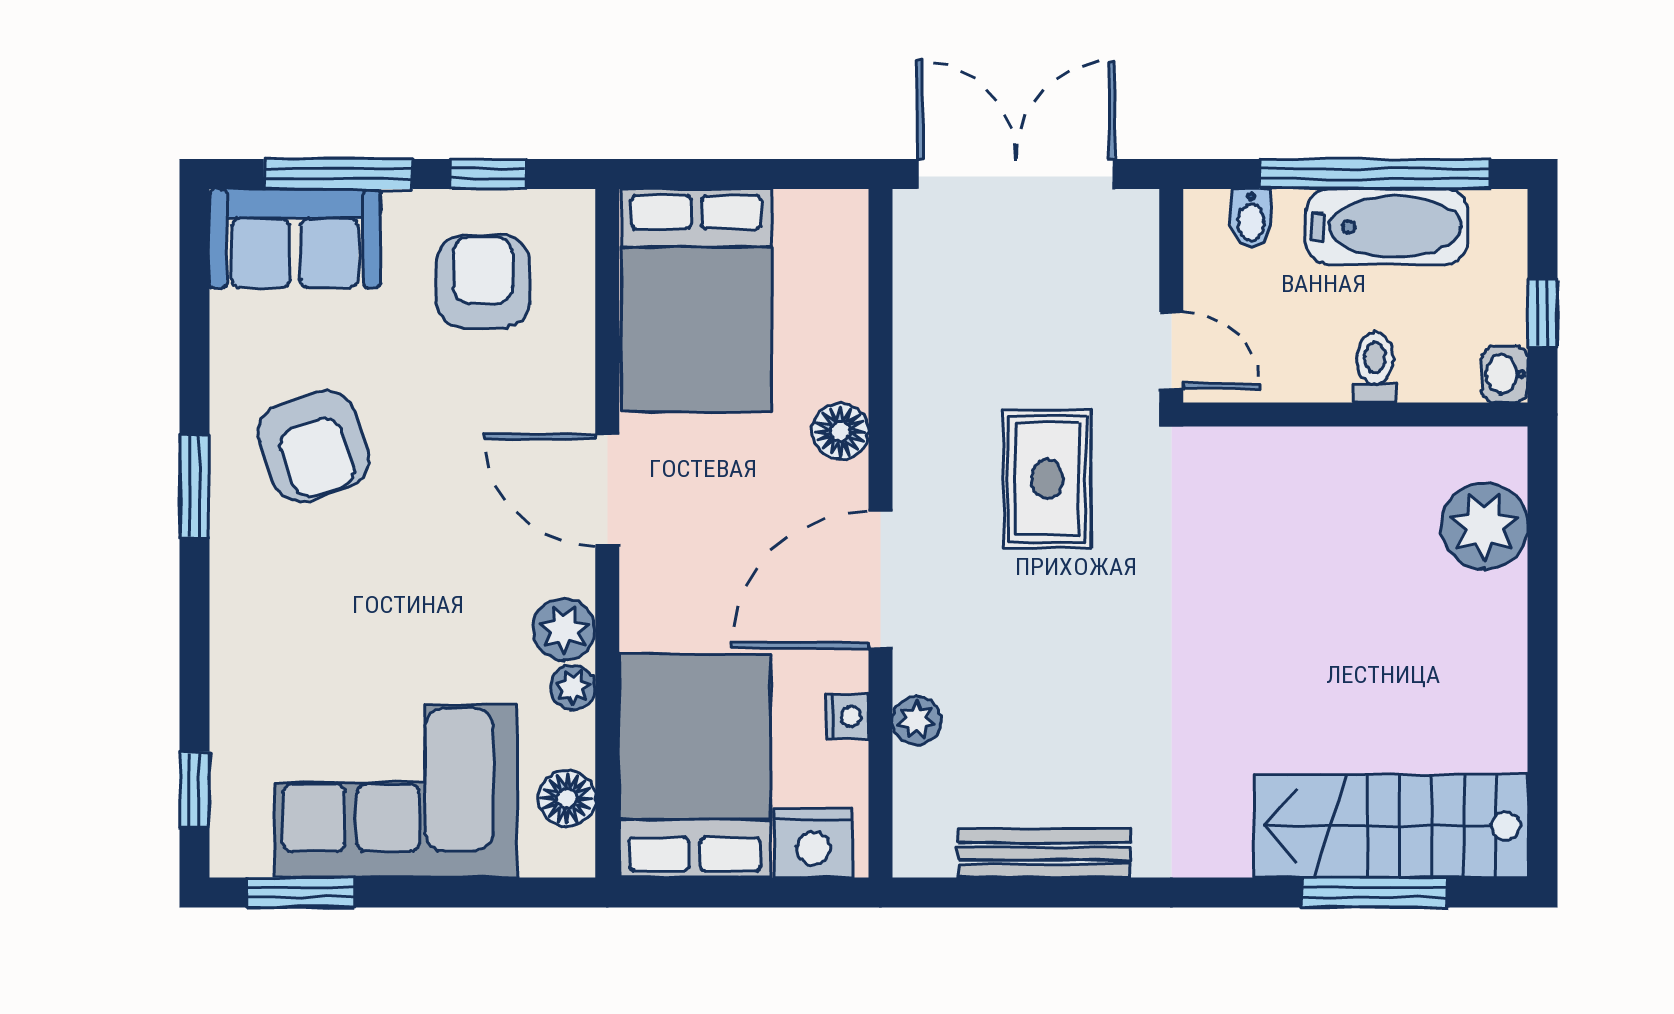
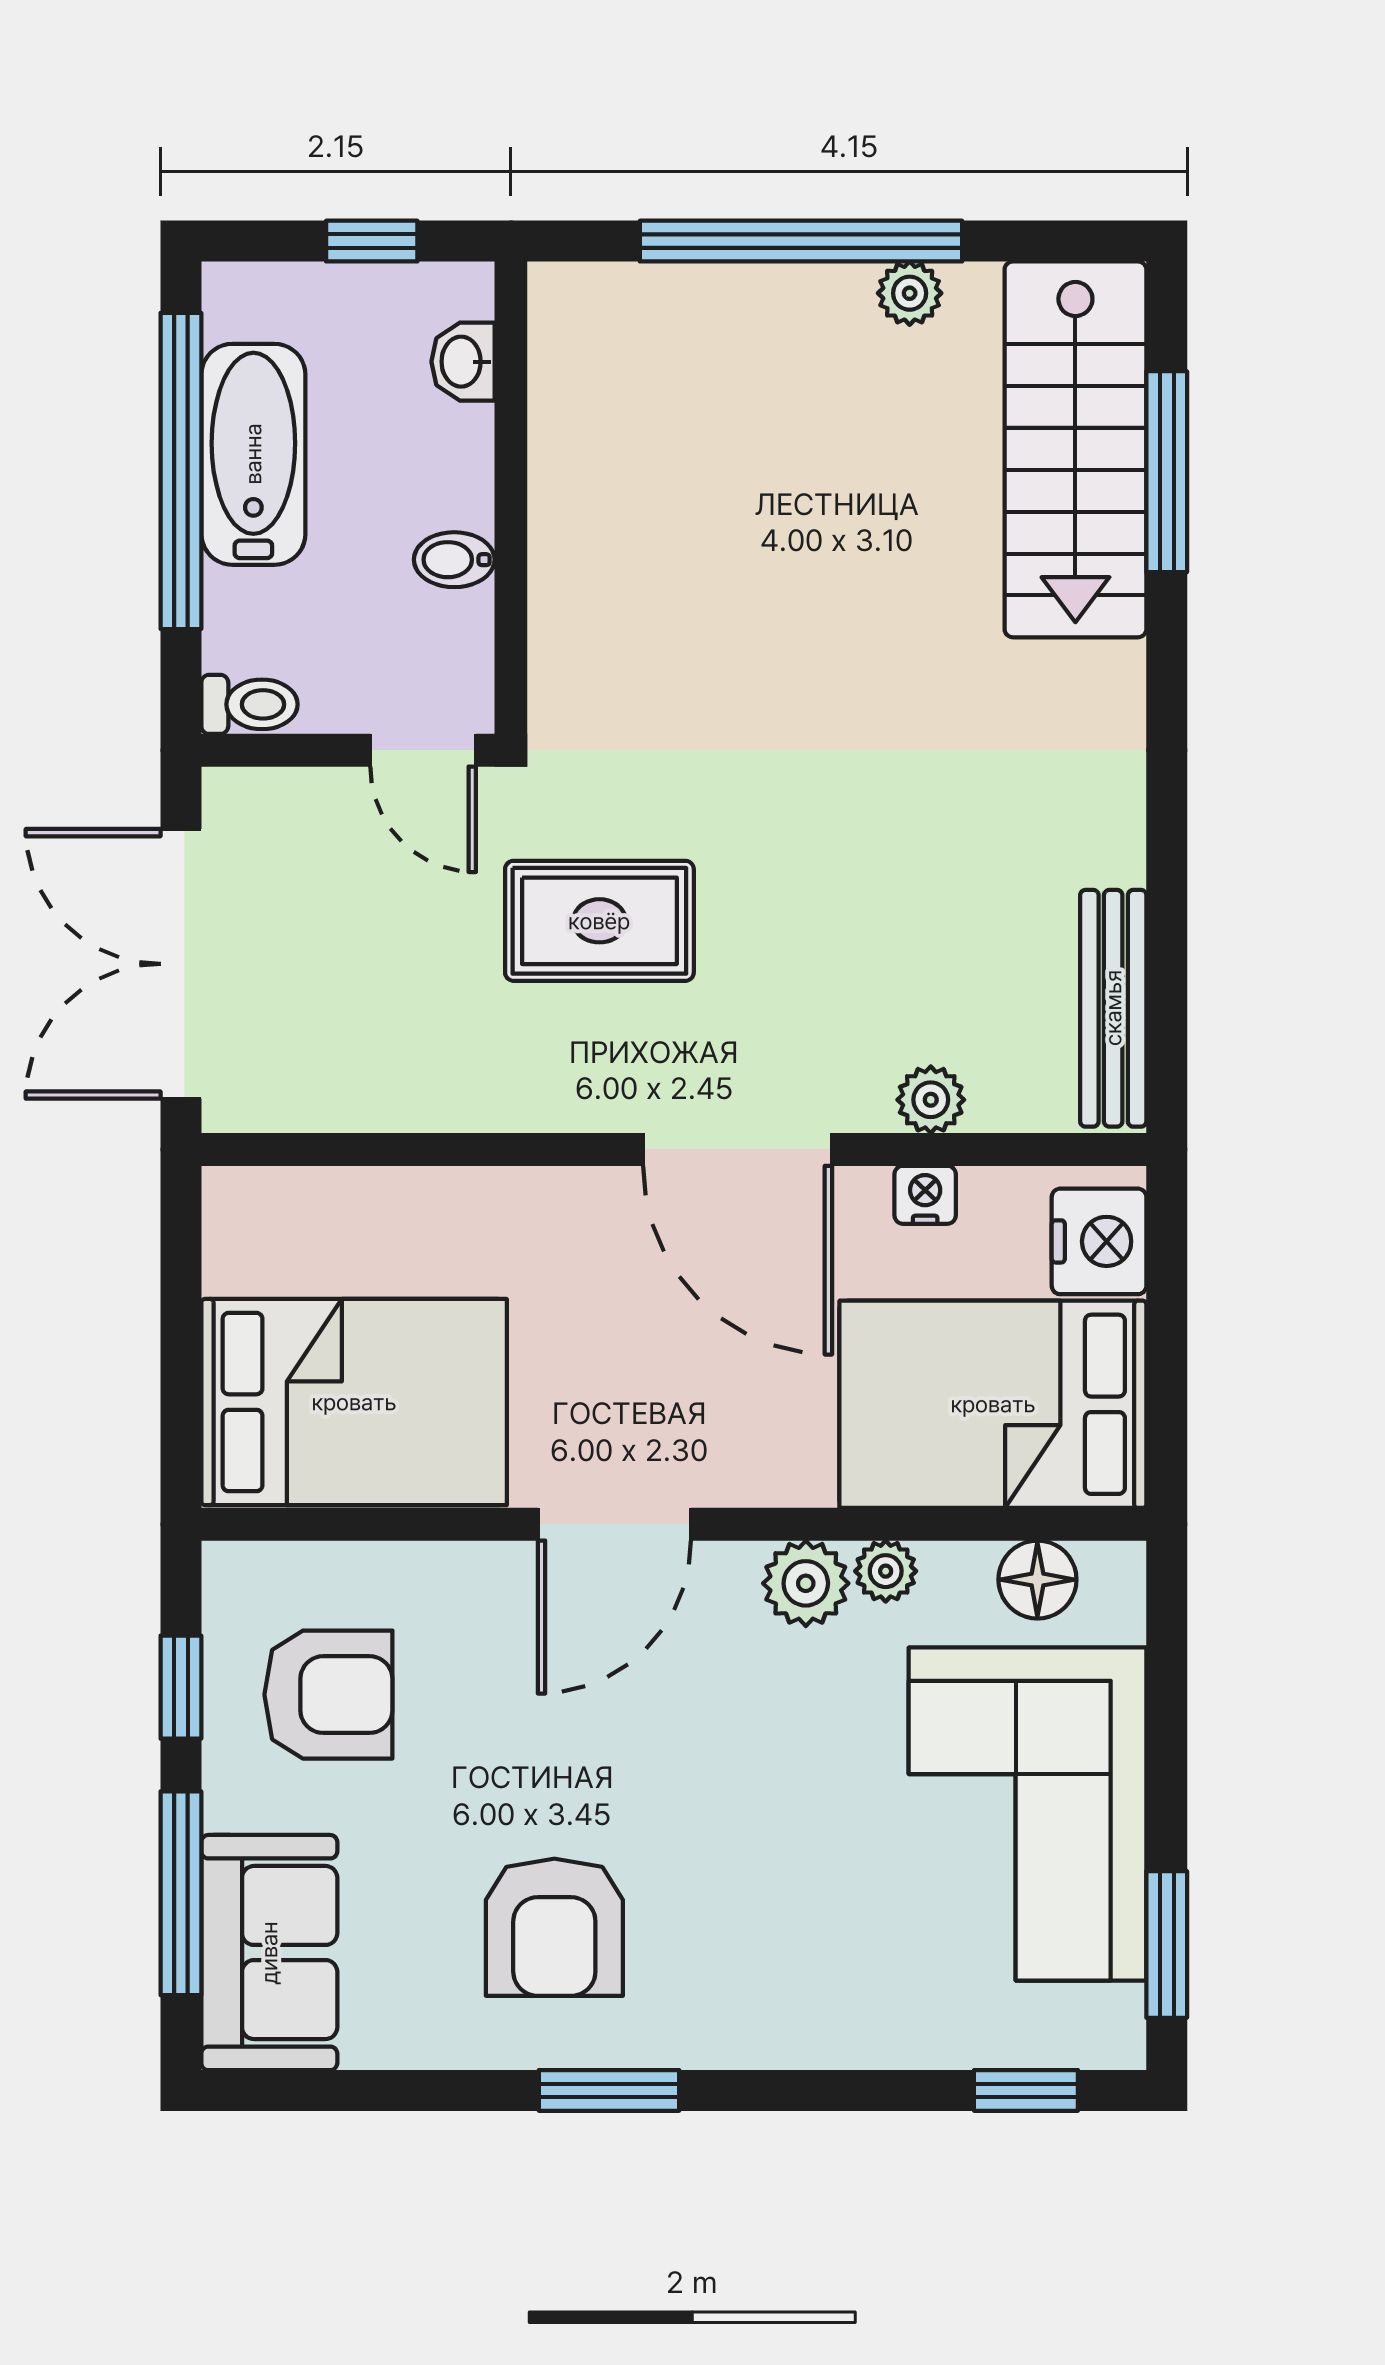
bidet: (1251, 218) -> (454, 560), moved, turned 180
armchair: (483, 281) -> (328, 1695), turned 180
door: (1171, 350) -> (423, 750), swing flipped
toilet: (1375, 367) -> (249, 704), moved, turned 180
washbasin: (1505, 374) -> (463, 362), moved, turned 90
floor lamp: (840, 431) -> (534, 1204), removed
armchair: (313, 446) -> (554, 1927), turned 108
plant: (1484, 526) -> (910, 293), moved, width x0.53, depth x0.53
window: (1543, 626) -> (801, 241), added
bench: (1044, 853) -> (1113, 1008), moved

